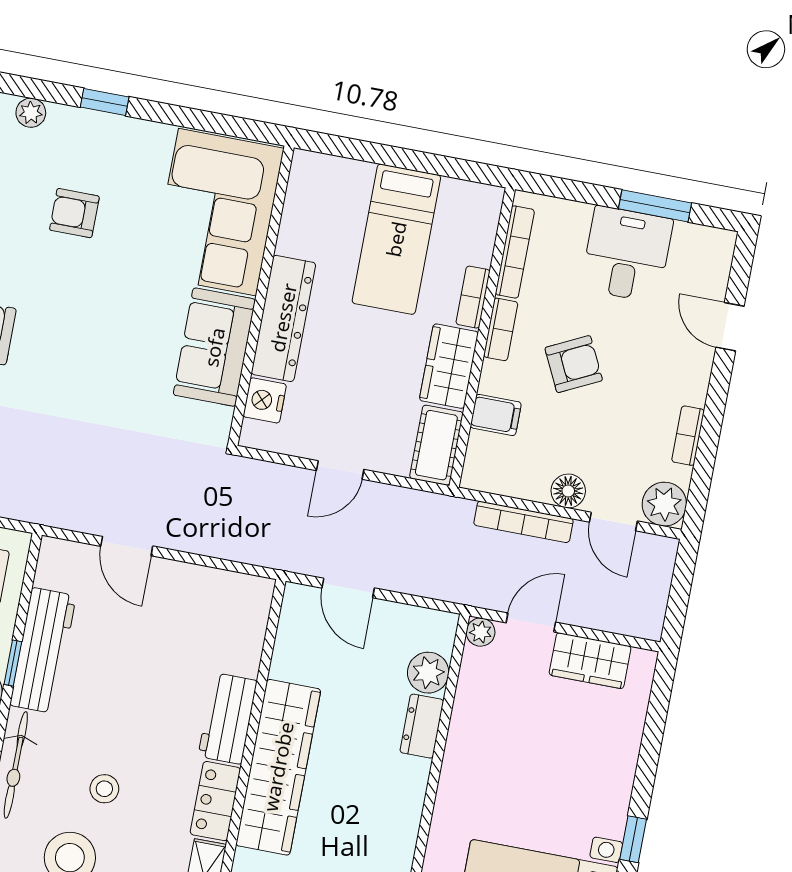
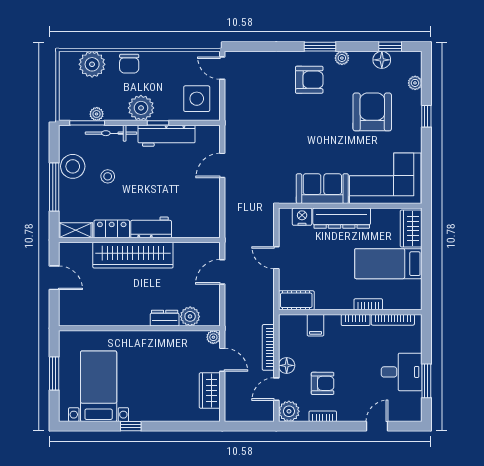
armchair: (74, 213) -> (372, 112), width x1.88, depth x1.88
armchair: (574, 364) -> (323, 383), moved, turned -64
wardrobe: (449, 366) -> (411, 229), moved, turned -90

